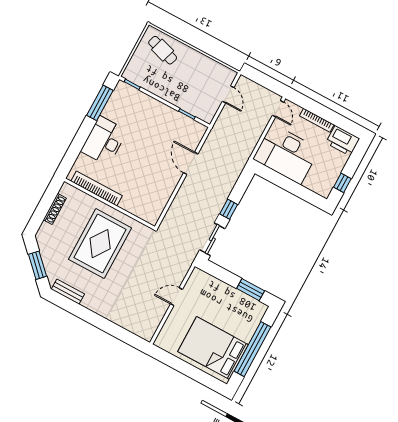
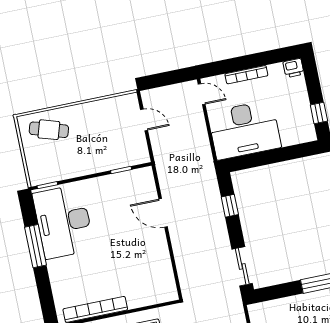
window: (100, 103) -> (36, 246), moved
desk: (104, 141) -> (63, 222), moved, width x1.36, depth x1.30
printer: (343, 141) -> (293, 68), width x0.53, depth x0.68
window: (229, 209) -> (230, 206), moved

